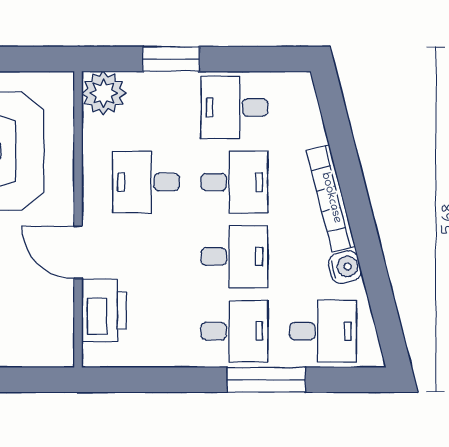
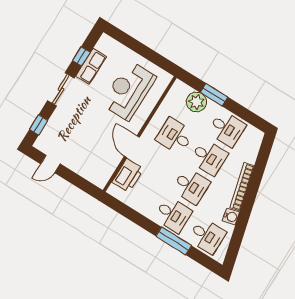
plant: (104, 93) -> (196, 102), moved
desk: (234, 108) -> (227, 129), turned 180

